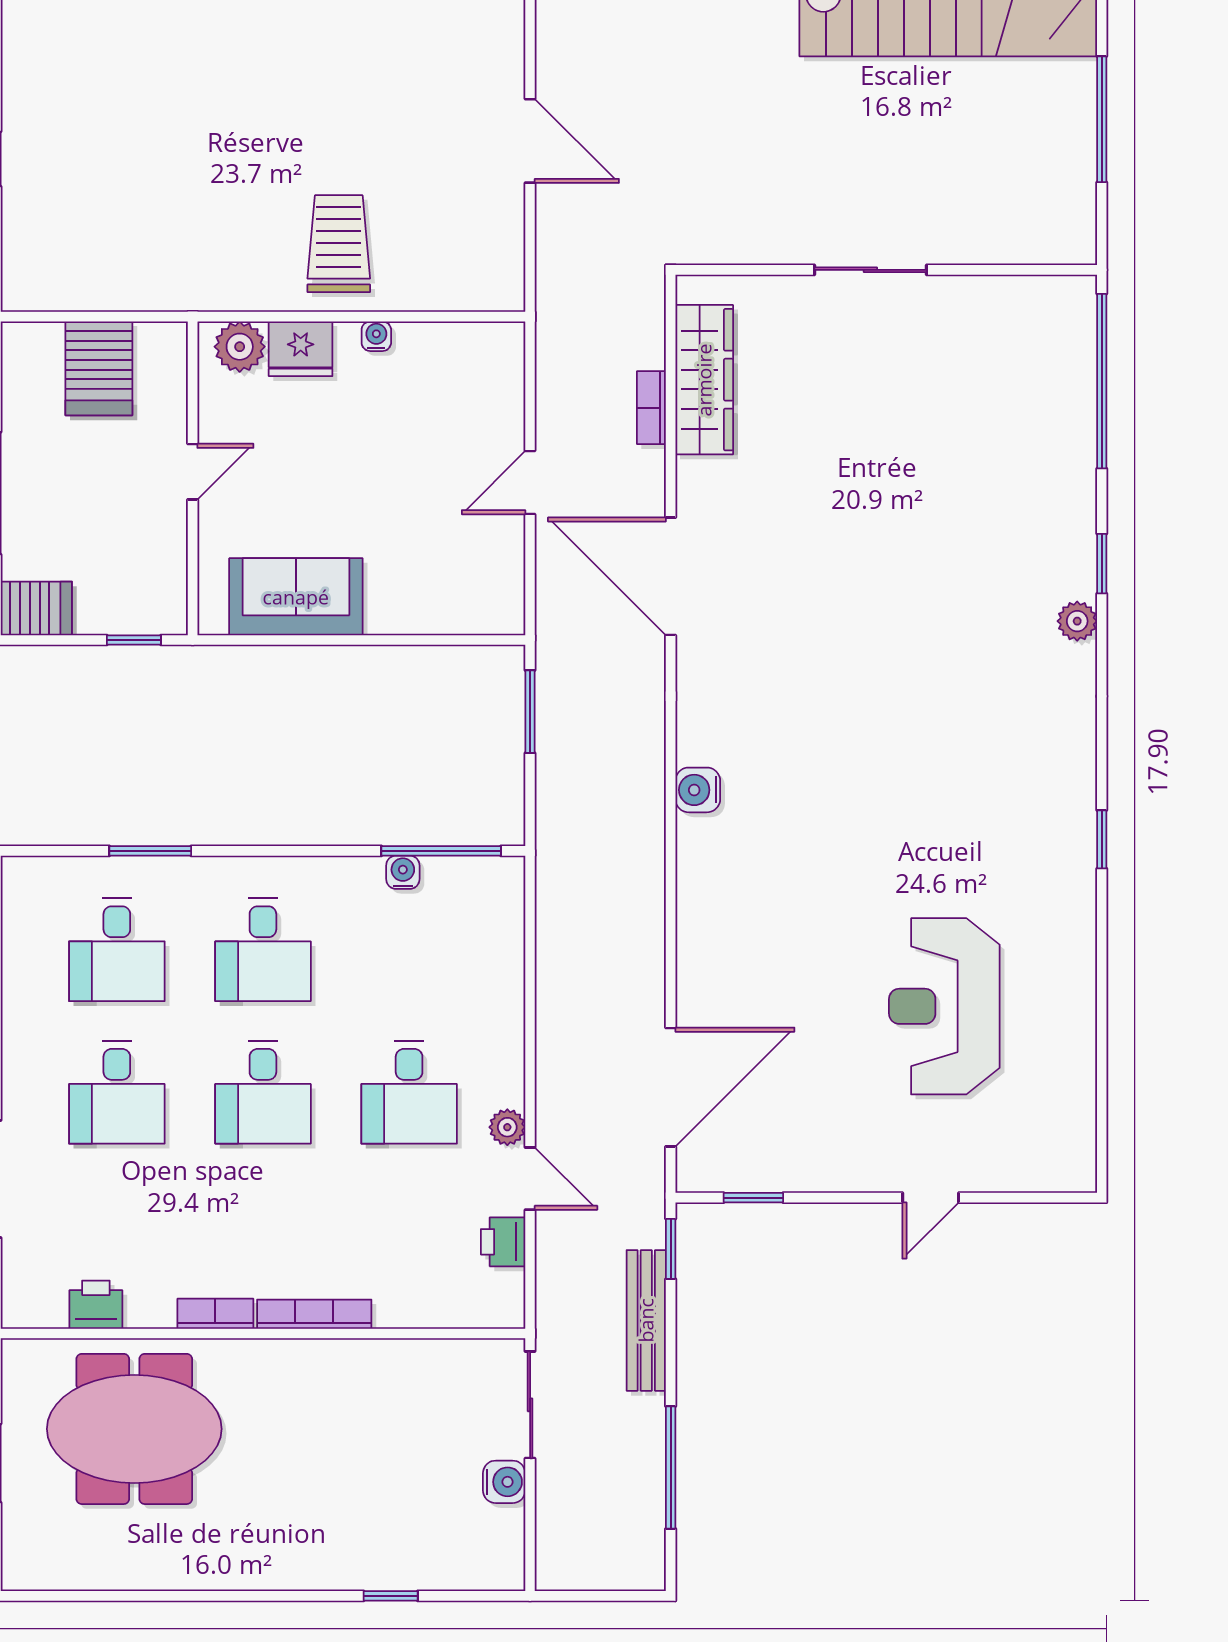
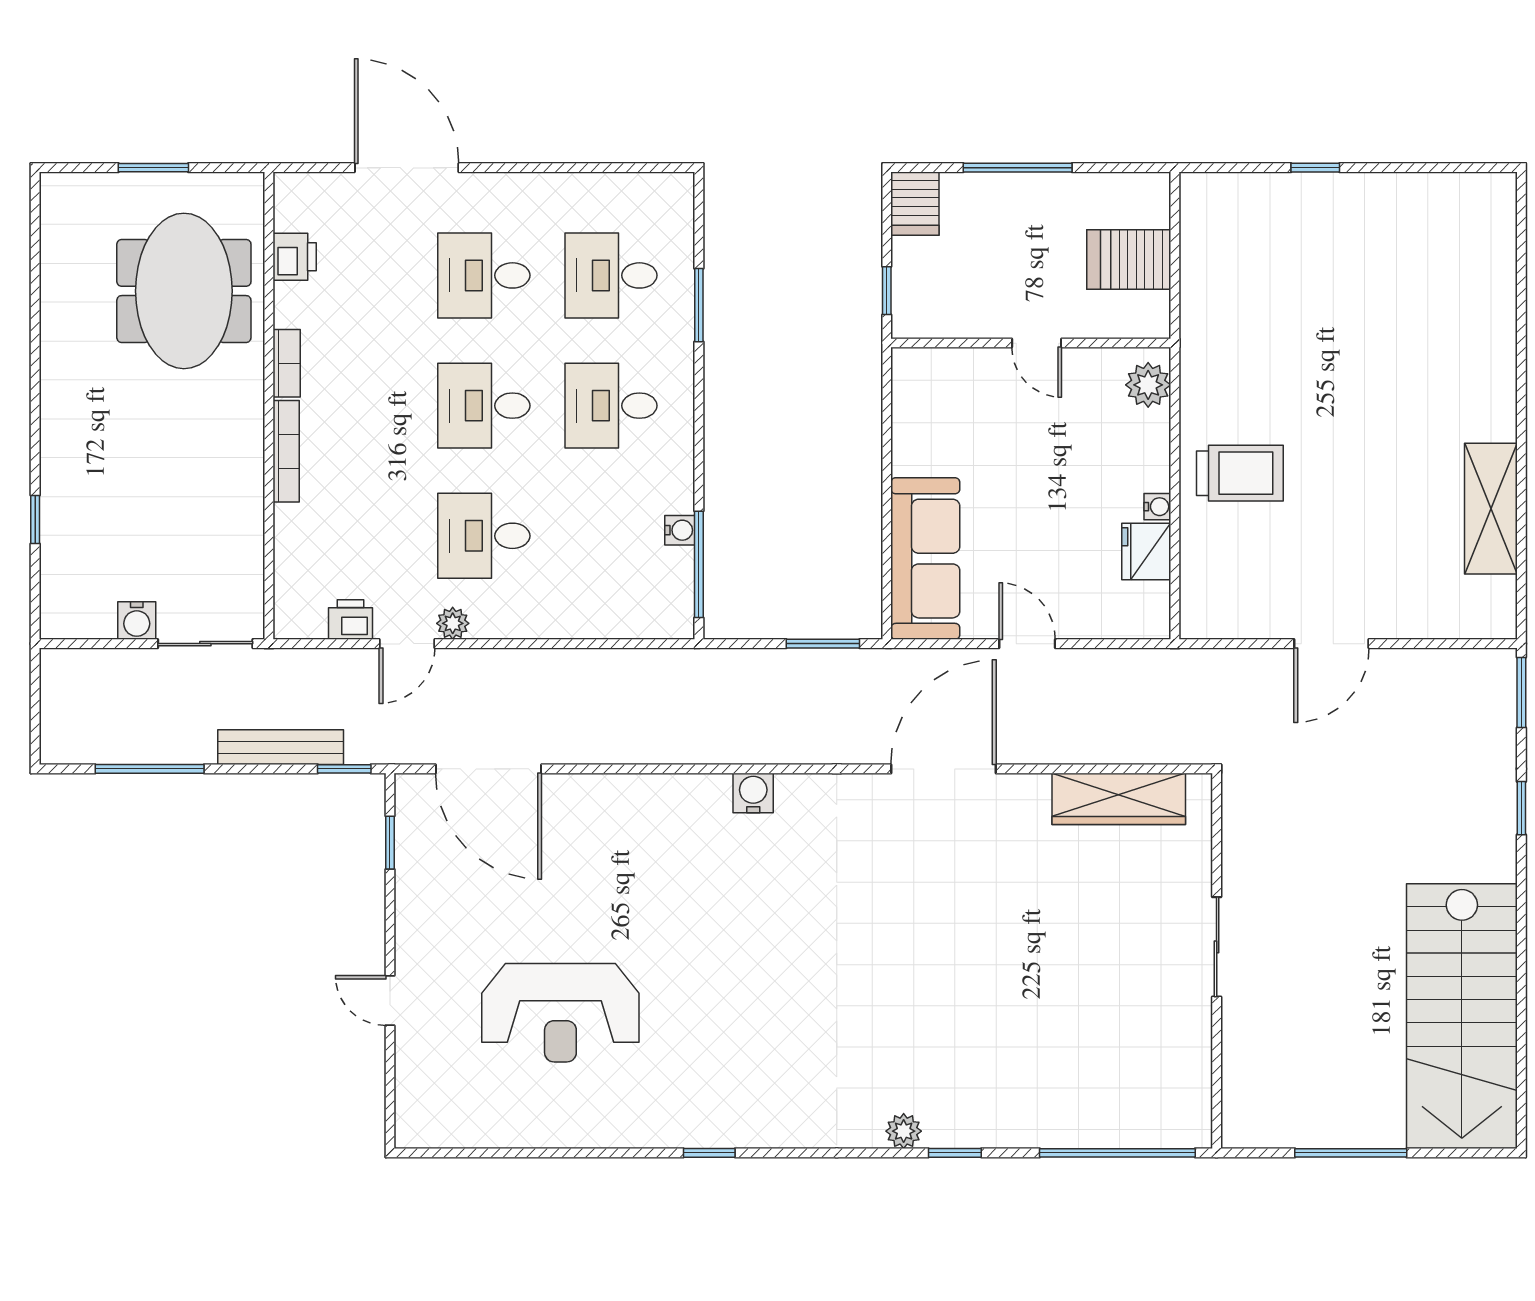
fridge: (301, 349) -> (1146, 552), moved
bookcase: (651, 408) -> (1094, 752), removed
sofa: (296, 597) -> (925, 559), moved, width x1.36
reception desk: (944, 1006) -> (560, 1013), turned 180

